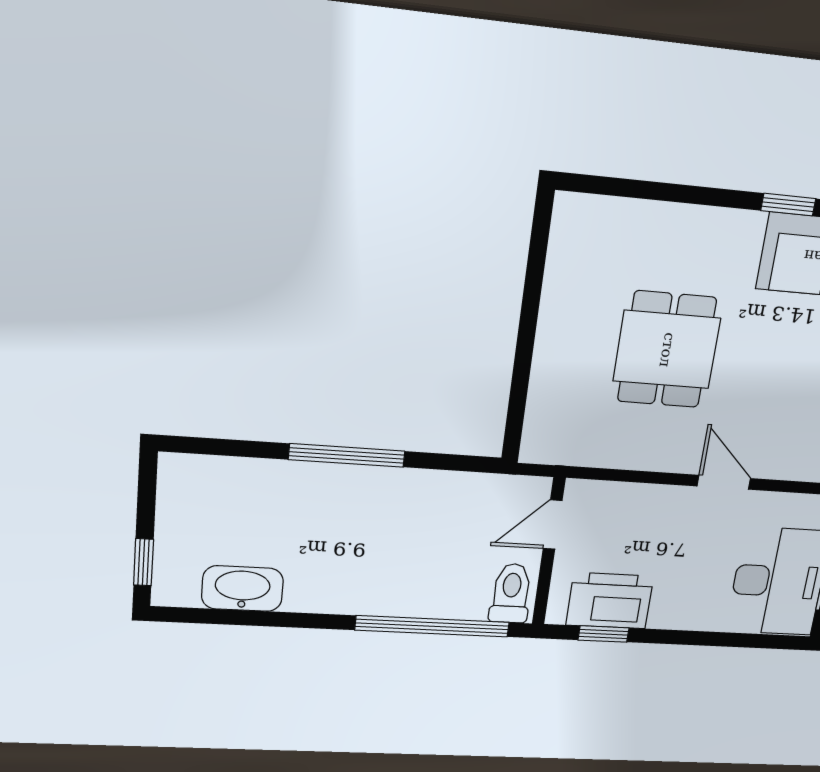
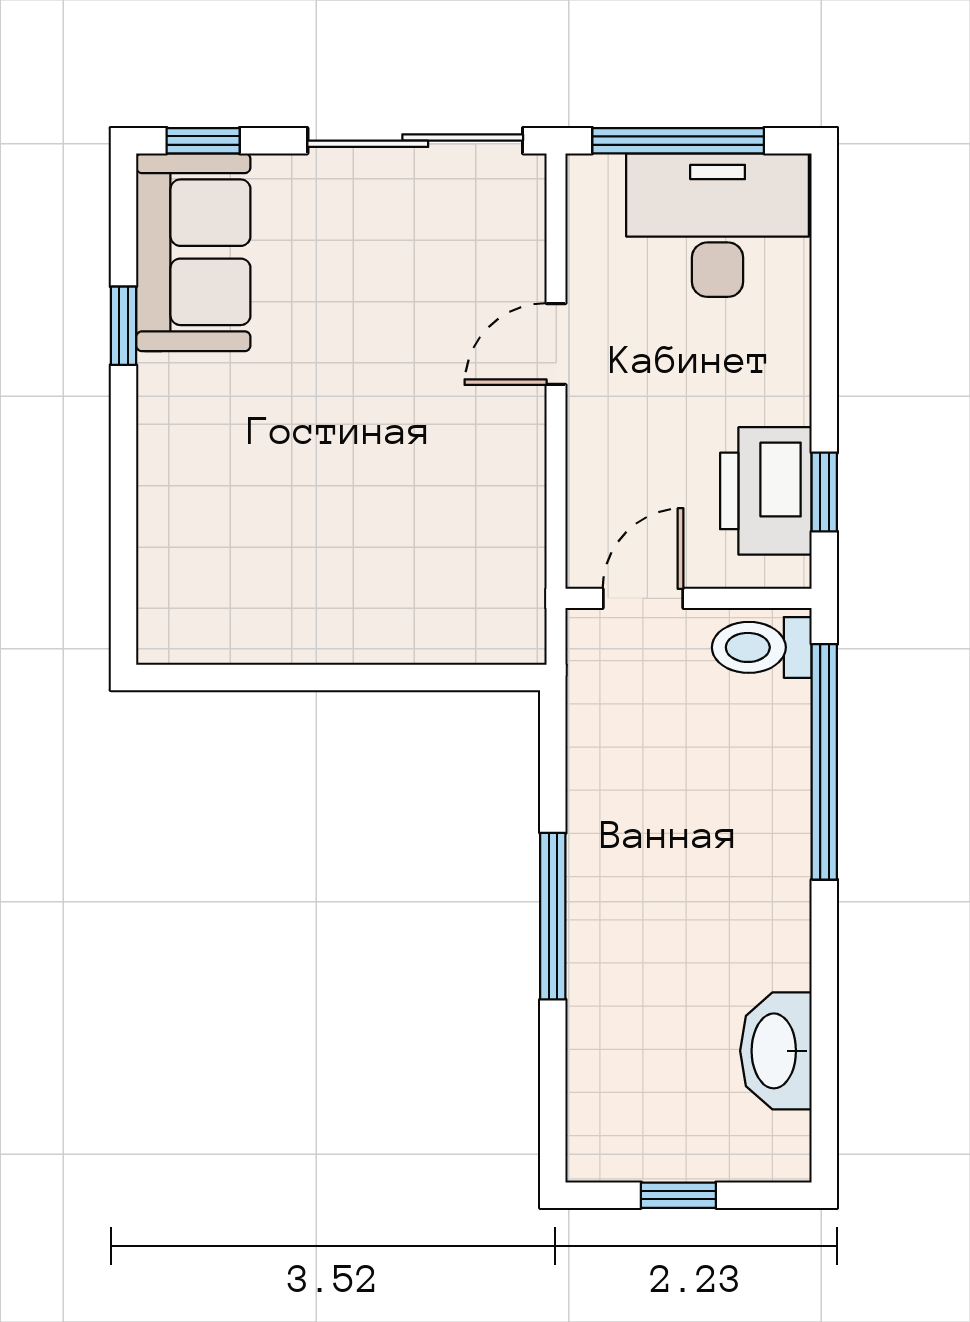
dining table: (667, 350) -> (354, 468), removed
door: (553, 525) -> (643, 598), swing flipped
window: (143, 562) -> (678, 1195), moved

